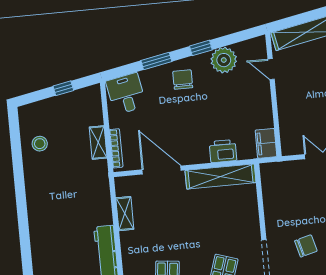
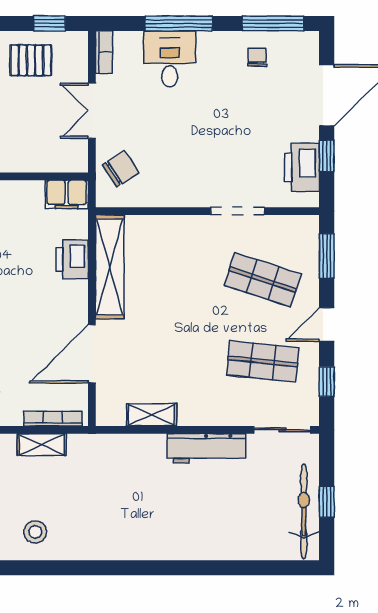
chair: (306, 246) -> (121, 169), moved, turned 72

